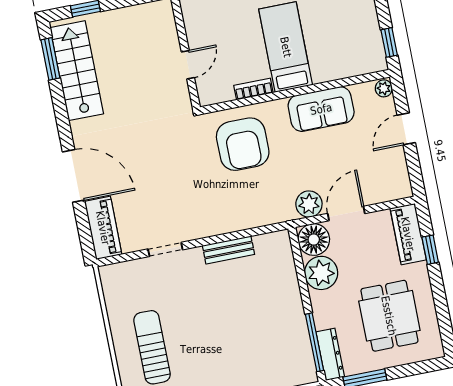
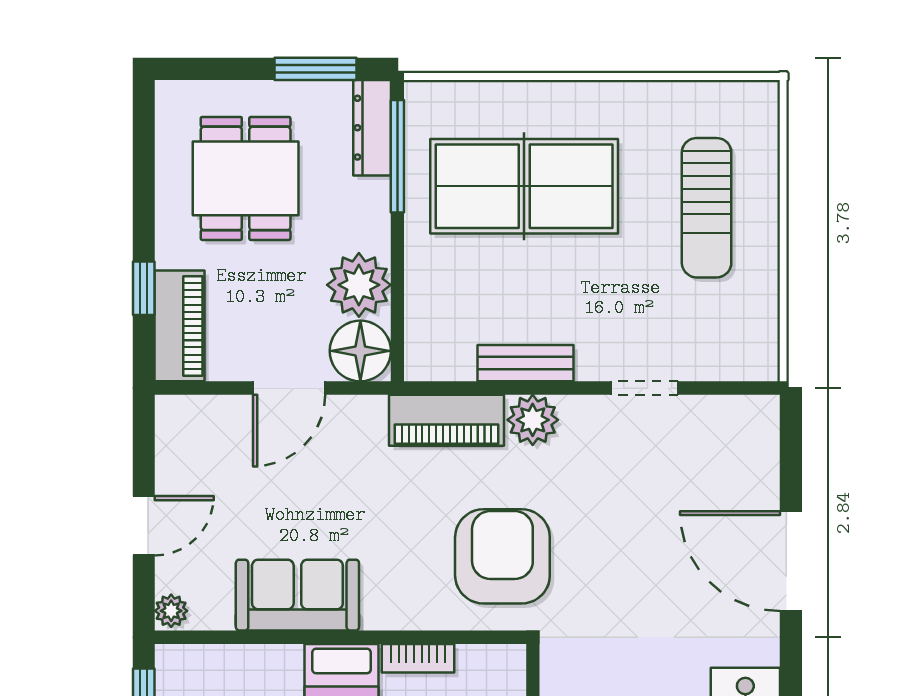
armchair: (243, 144) -> (502, 556), moved
plant: (309, 204) -> (533, 420), moved
piano: (103, 228) -> (447, 420), moved, turned -90
table tennis table: (247, 340) -> (524, 186), added

